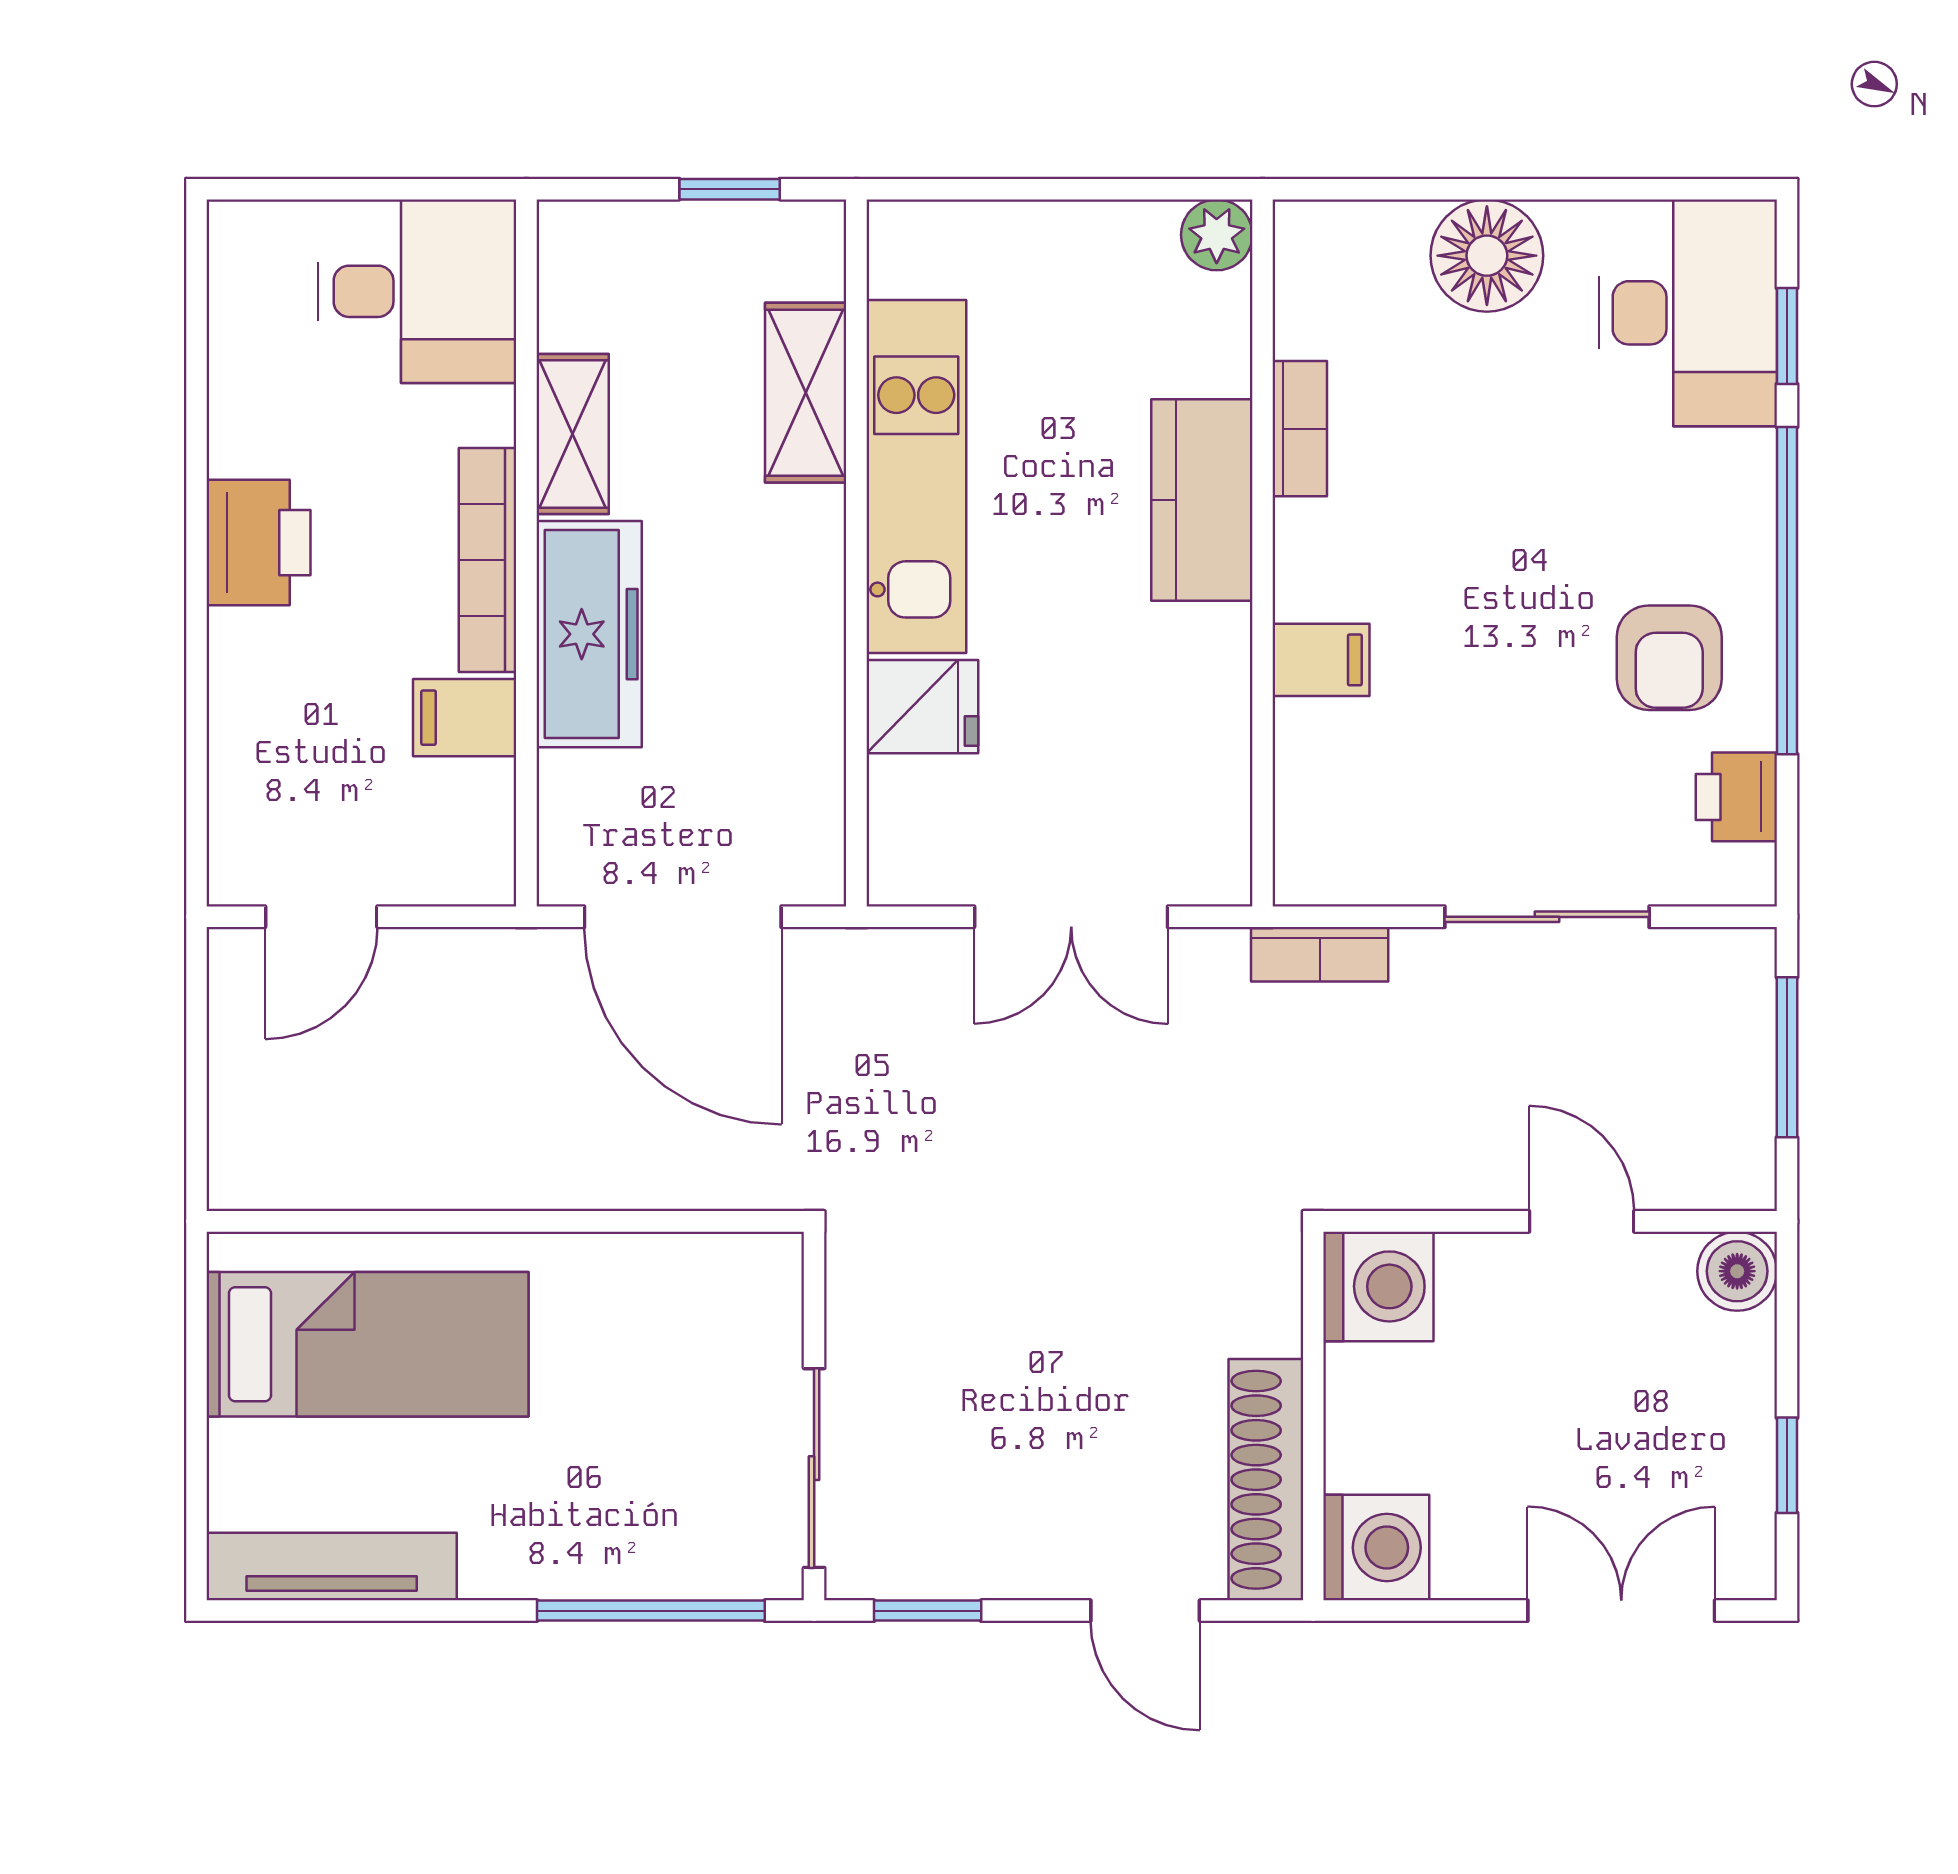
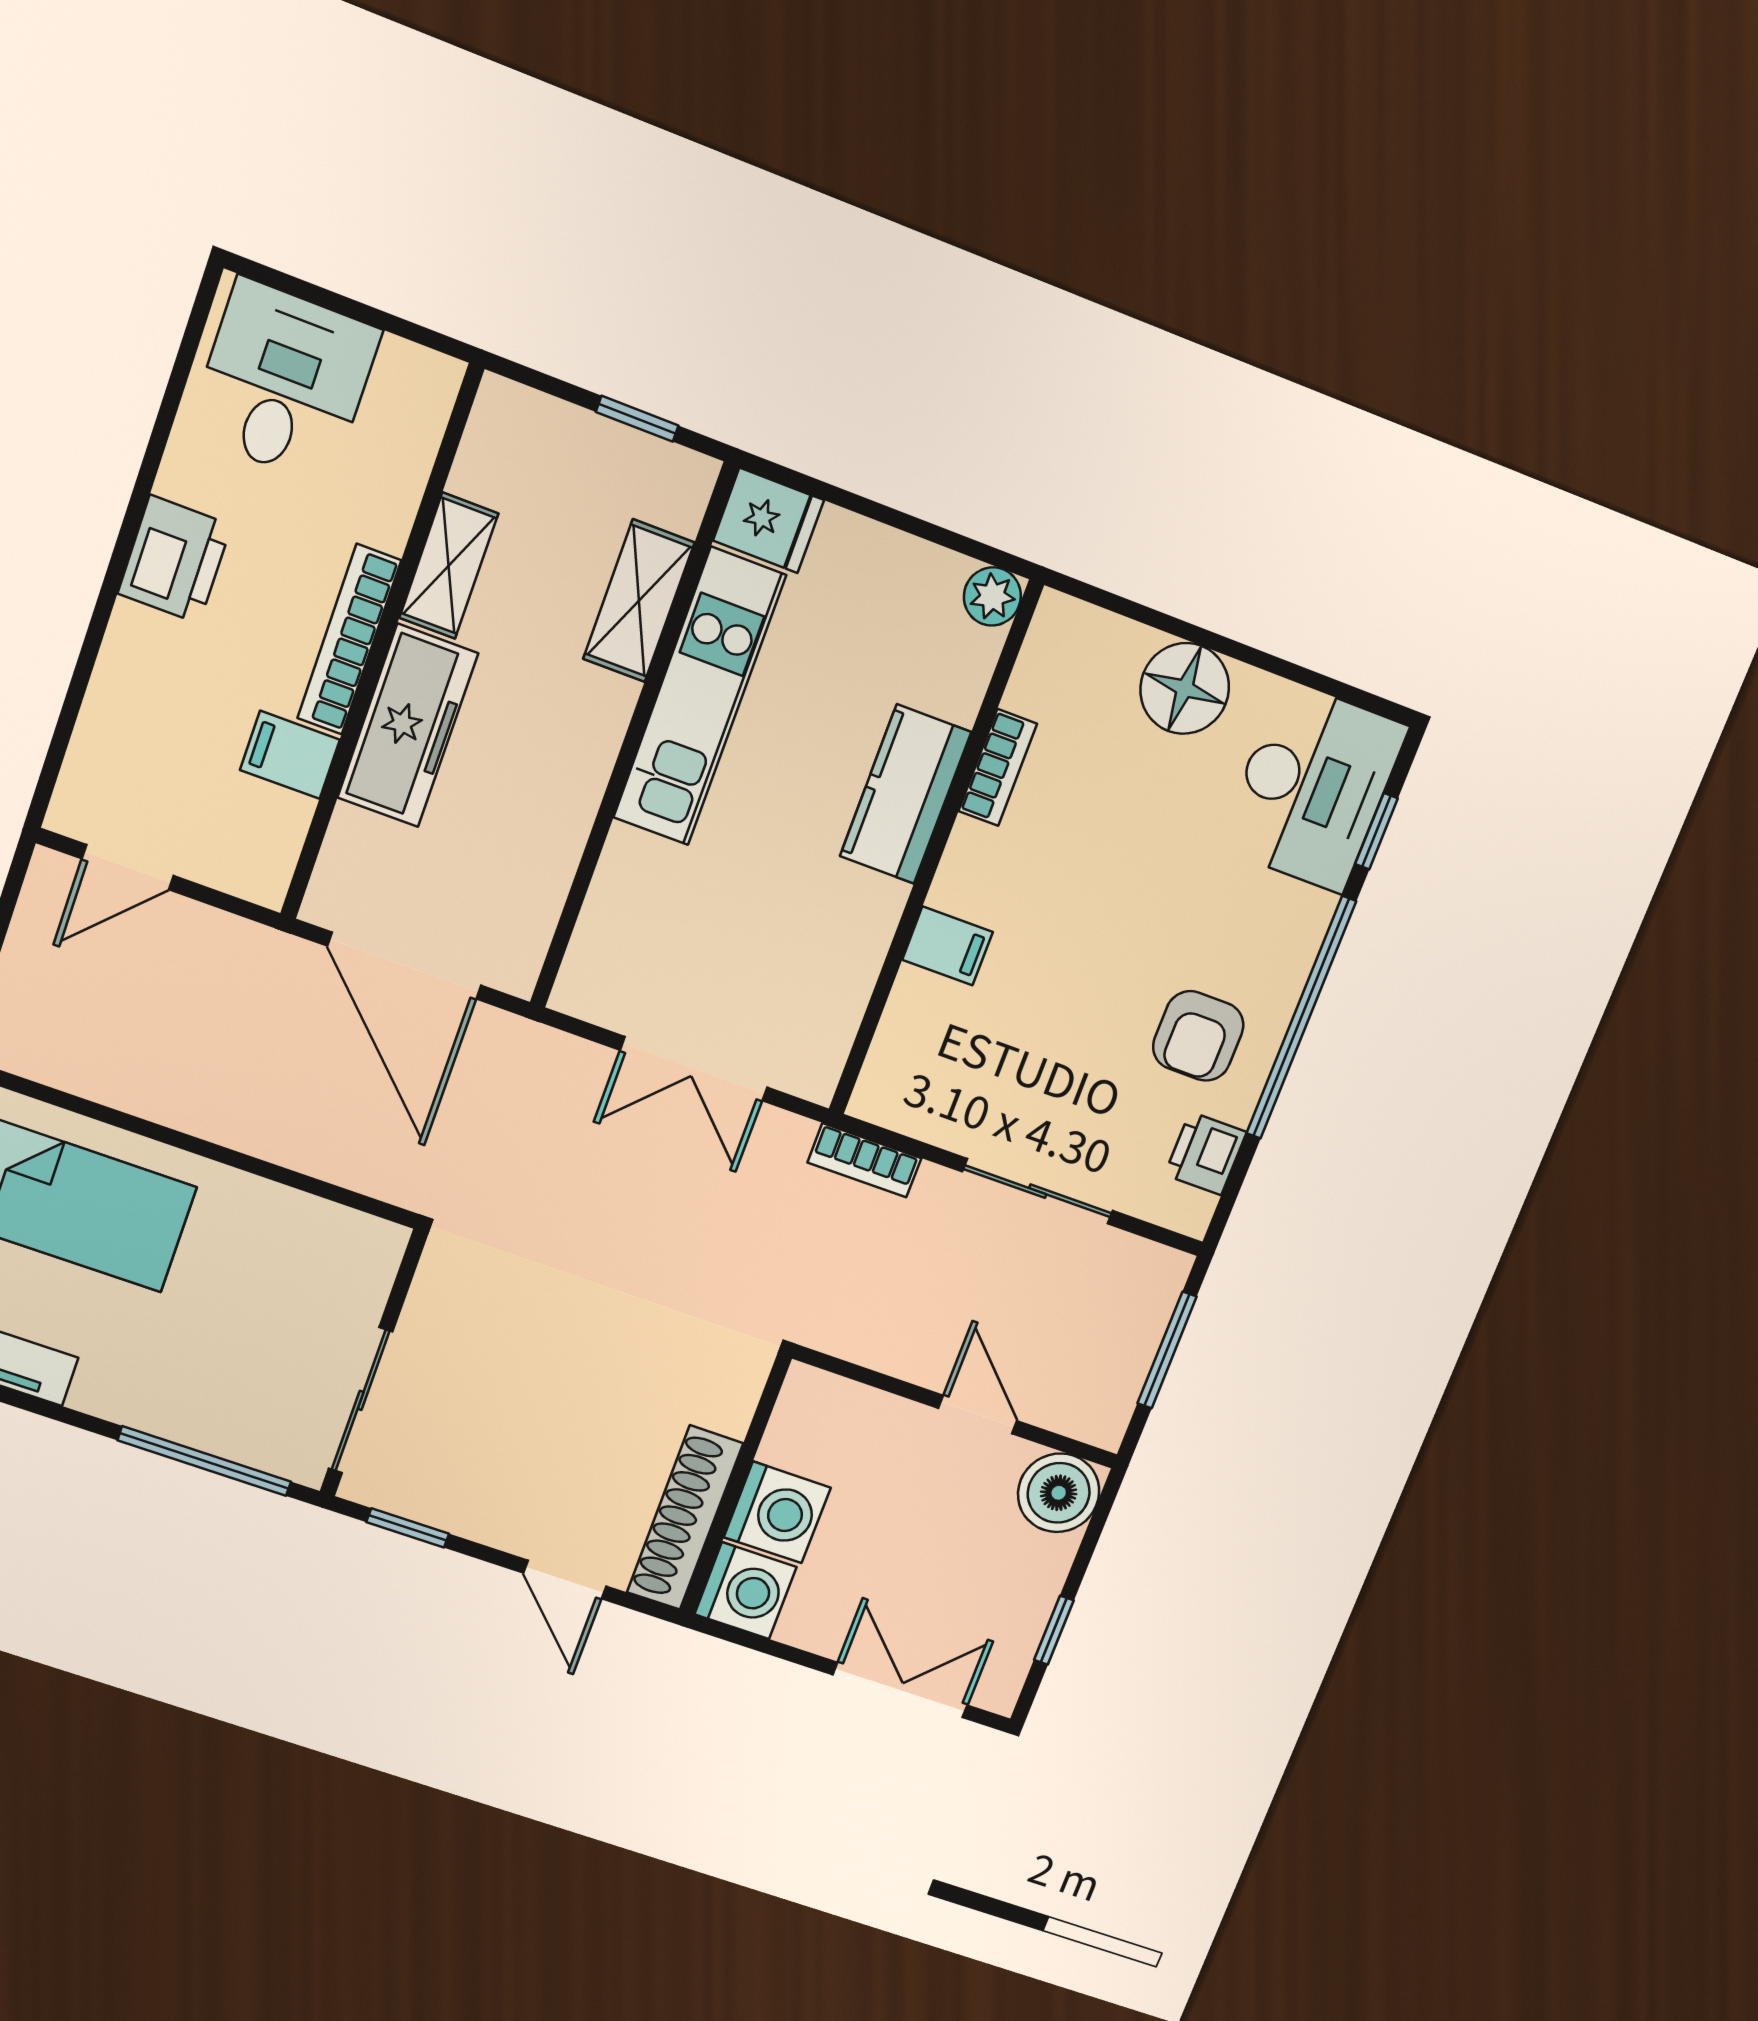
desk: (417, 291) -> (284, 382), moved, turned -90
fridge: (922, 707) -> (768, 520), moved
boiler: (1737, 1271) -> (1059, 1493), width x1.36, depth x1.36
washing machine: (1378, 1286) -> (777, 1512), moved

